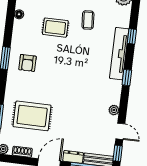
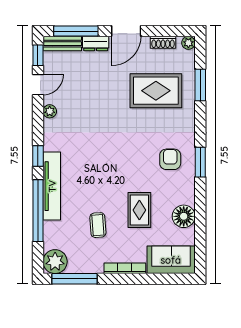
floor lamp: (19, 14) -> (184, 216), width x1.89, depth x1.89
rug: (55, 28) -> (139, 210), turned 90
window: (132, 36) -> (38, 211), width x3.17
door: (120, 131) -> (38, 85), swing flipped

